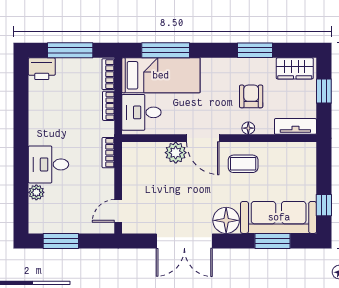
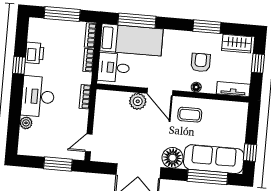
printer: (42, 69) -> (35, 53), moved, turned -90
window: (21, 120) -> (19, 65), added
desk: (48, 164) -> (38, 96), width x1.37
window: (61, 241) -> (58, 164), moved
window: (273, 241) -> (207, 177), width x1.44

